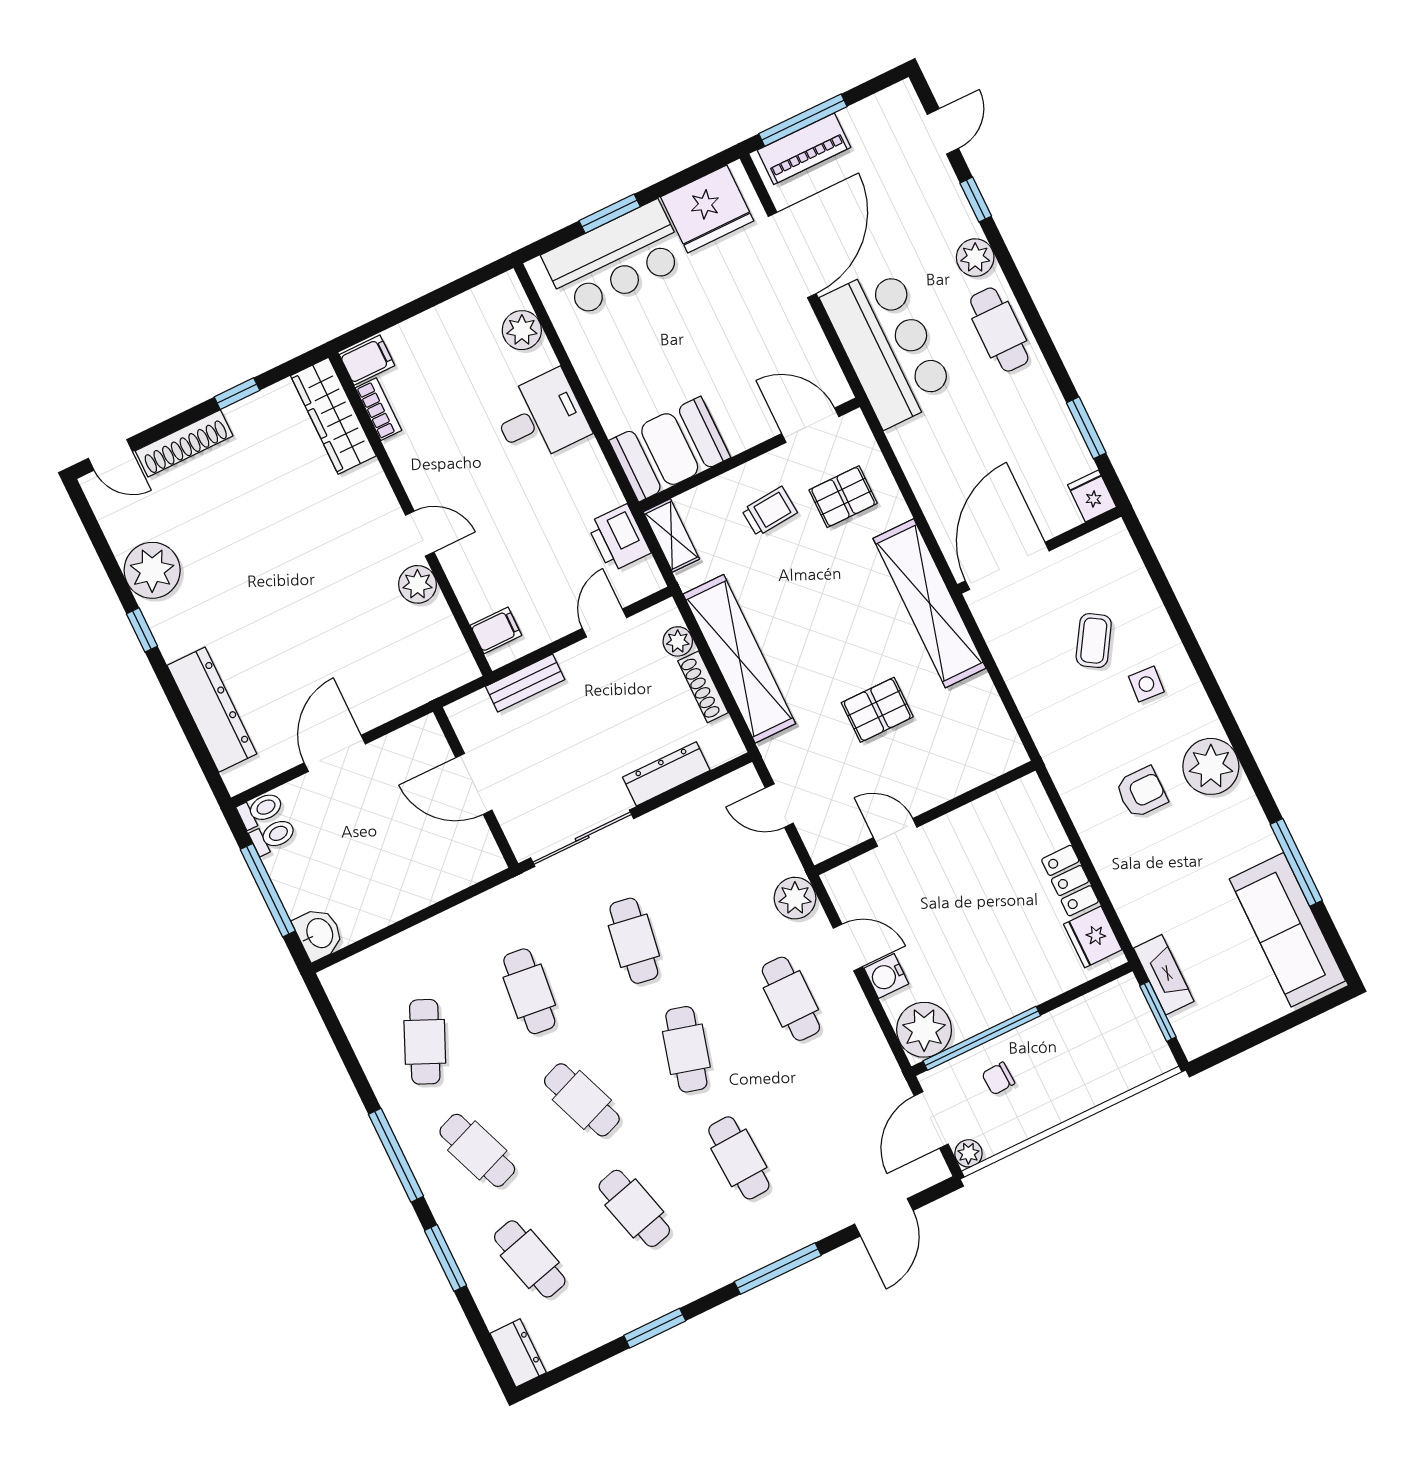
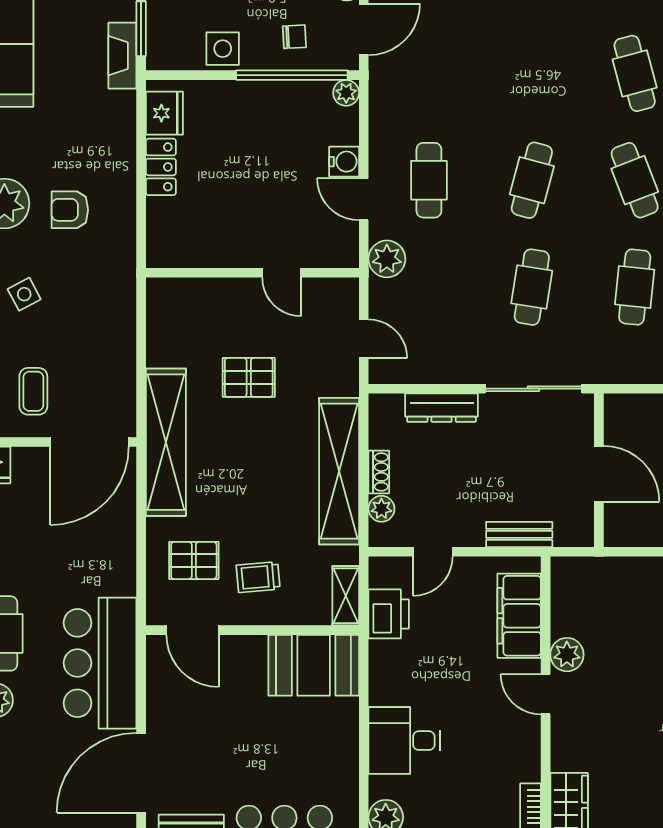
filing cabinet: (496, 630) -> (519, 616), width x3.00, depth x1.17
coffee table: (1094, 641) -> (33, 391), moved, turned -32
side table: (1146, 684) -> (24, 294), turned -32
shoe rack: (703, 687) -> (379, 472), width x0.70
plant: (924, 1030) -> (346, 93), width x0.53, depth x0.53
side table: (1065, 1031) -> (223, 49), added
cafe table: (739, 1158) -> (532, 73), removed

